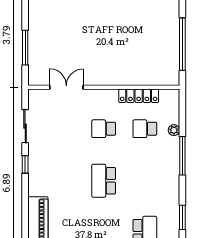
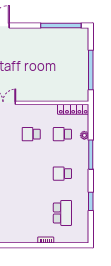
locker: (139, 96) -> (73, 109), moved
school desk: (104, 181) -> (62, 174), moved, width x0.54

